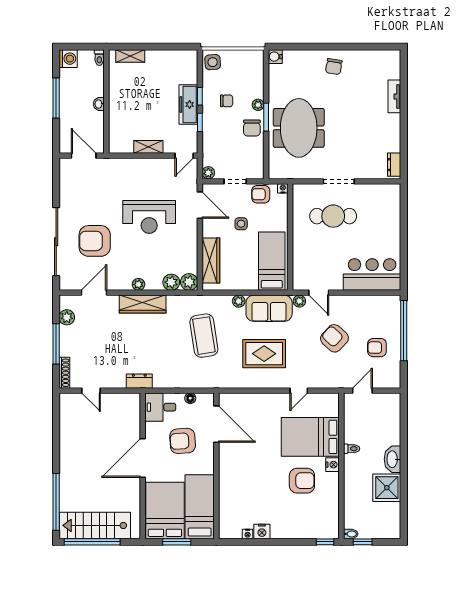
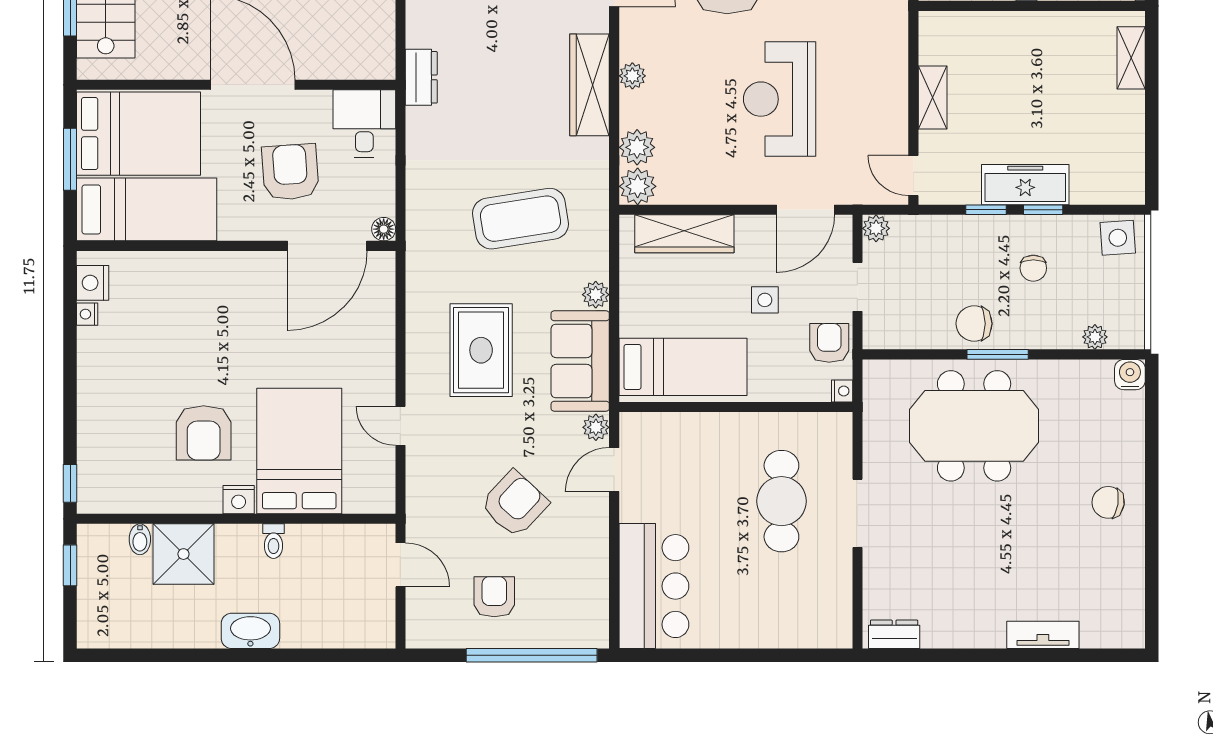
plant: (258, 105) -> (1095, 337), moved
floor lamp: (190, 398) -> (384, 229), moved
shower: (387, 488) -> (183, 554), moved
nightstand: (262, 531) -> (93, 283), moved
bidet: (351, 534) -> (140, 539), moved

